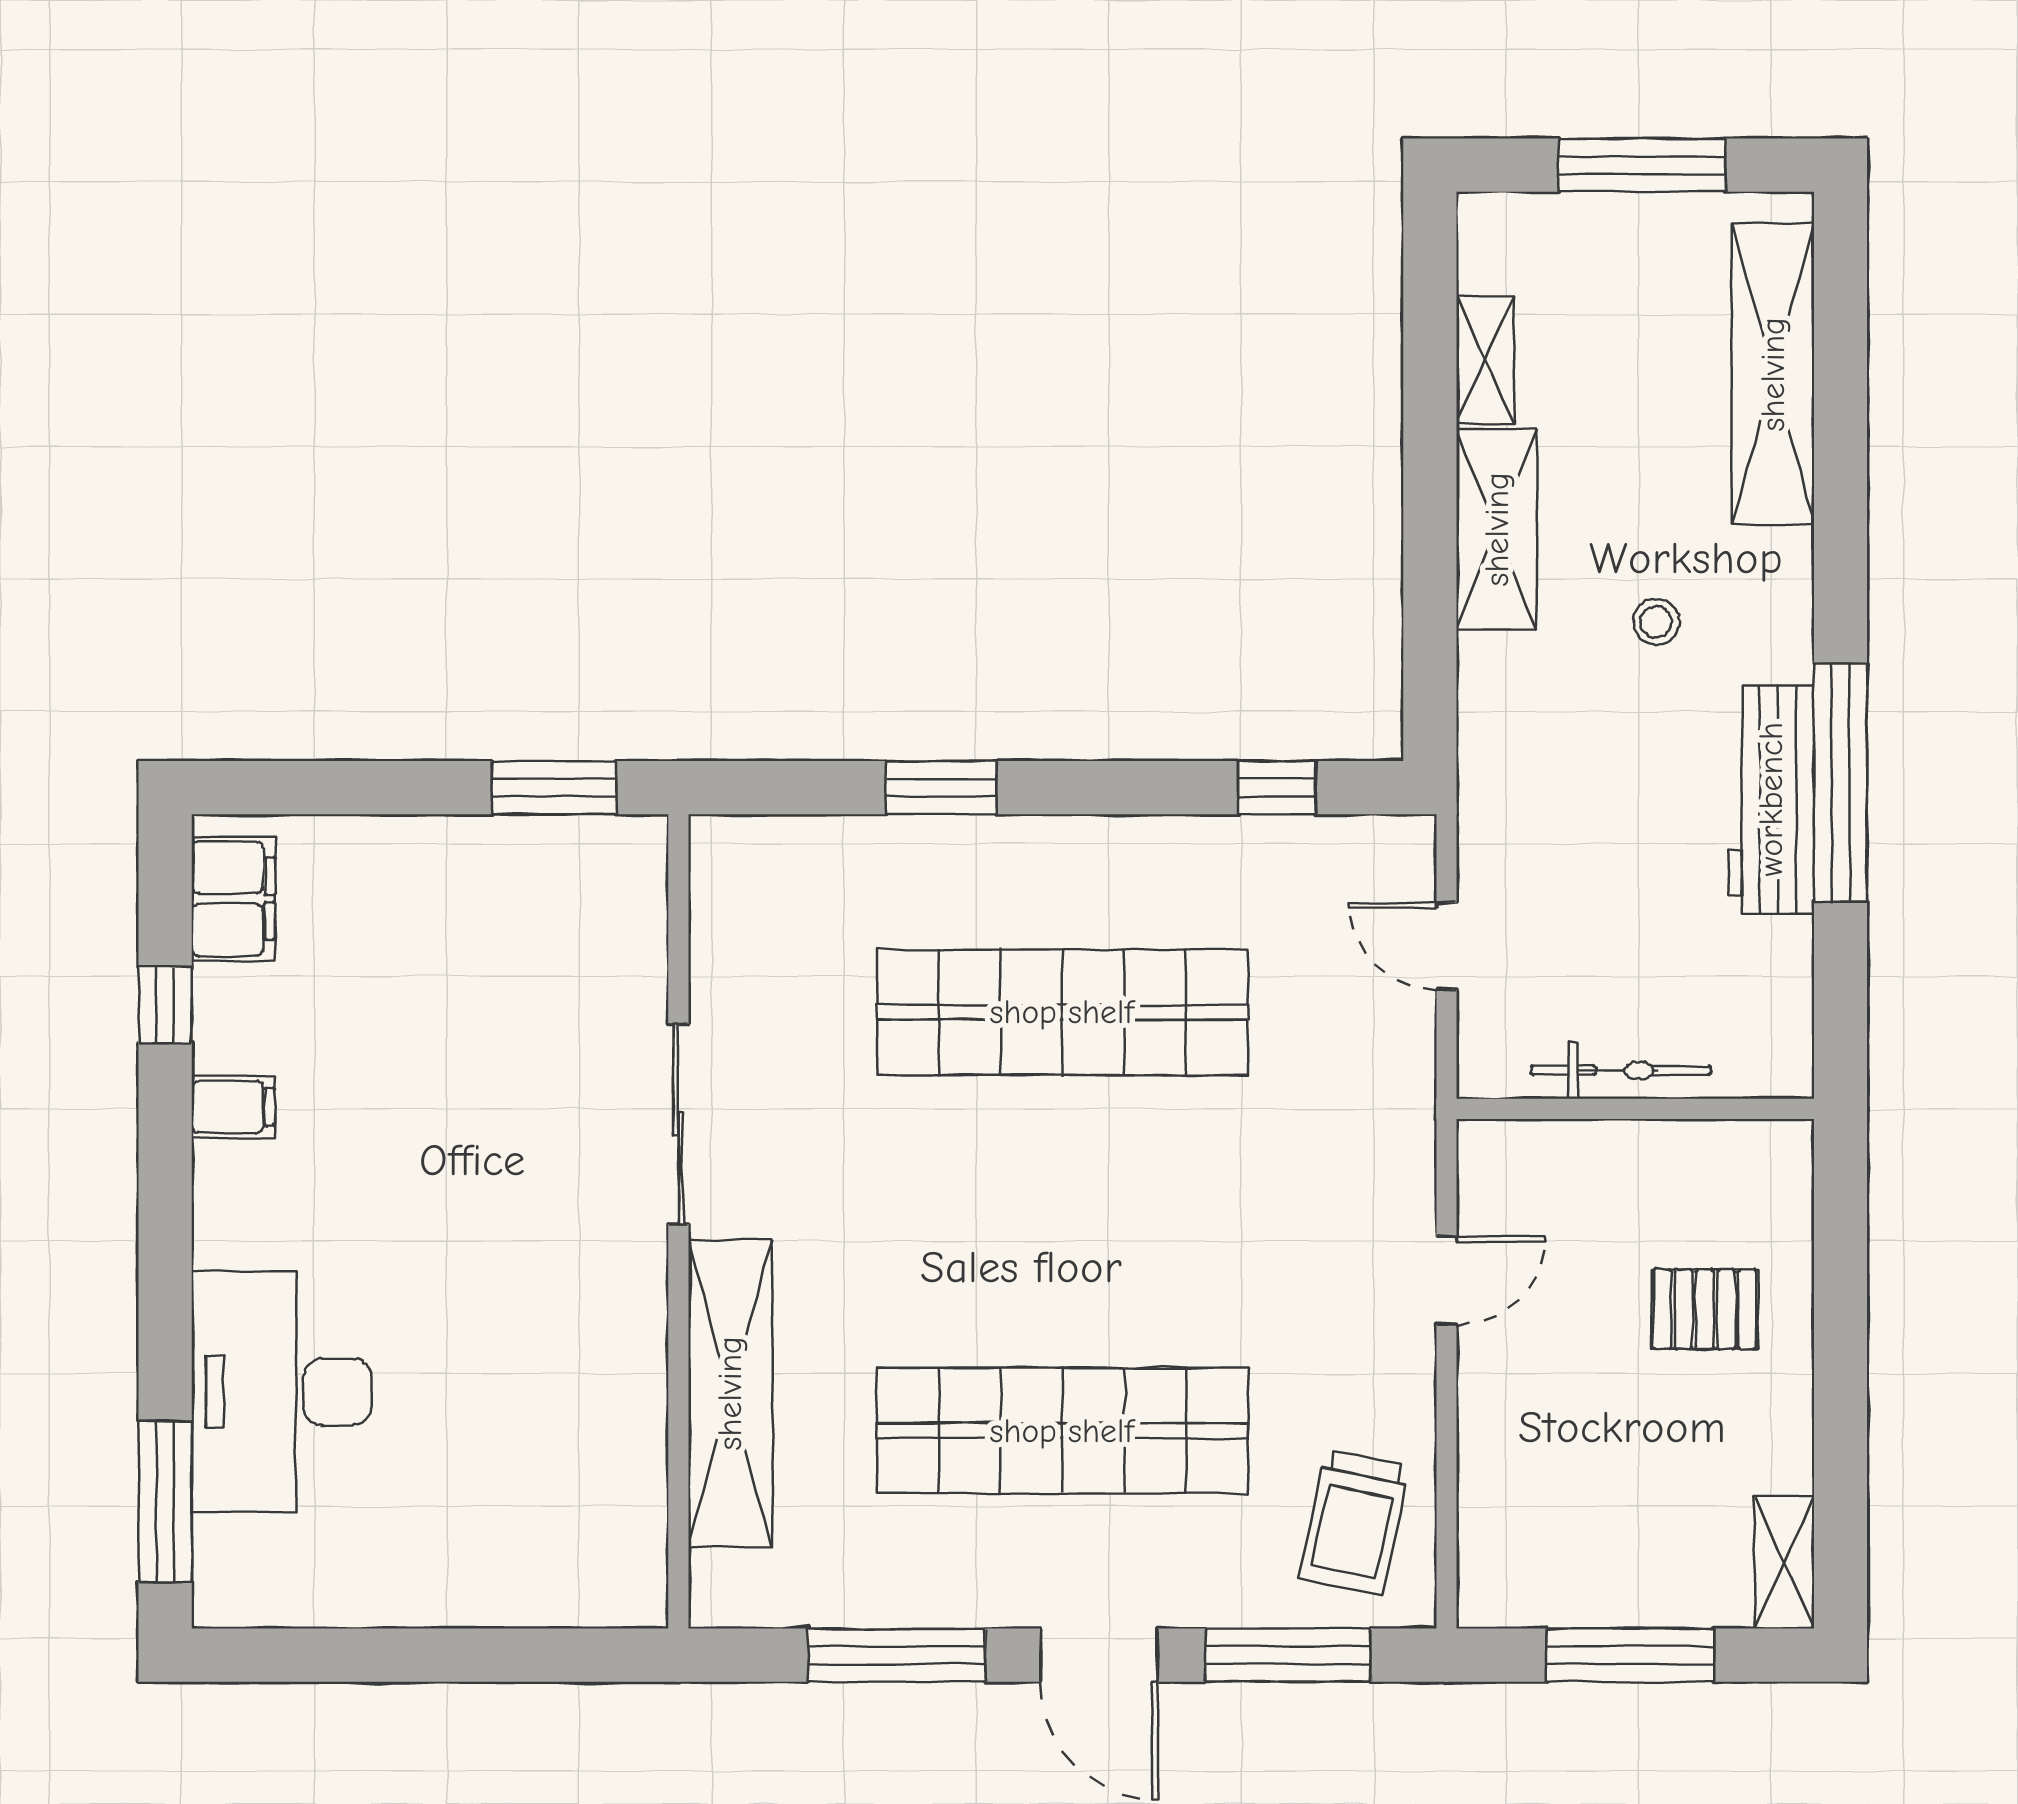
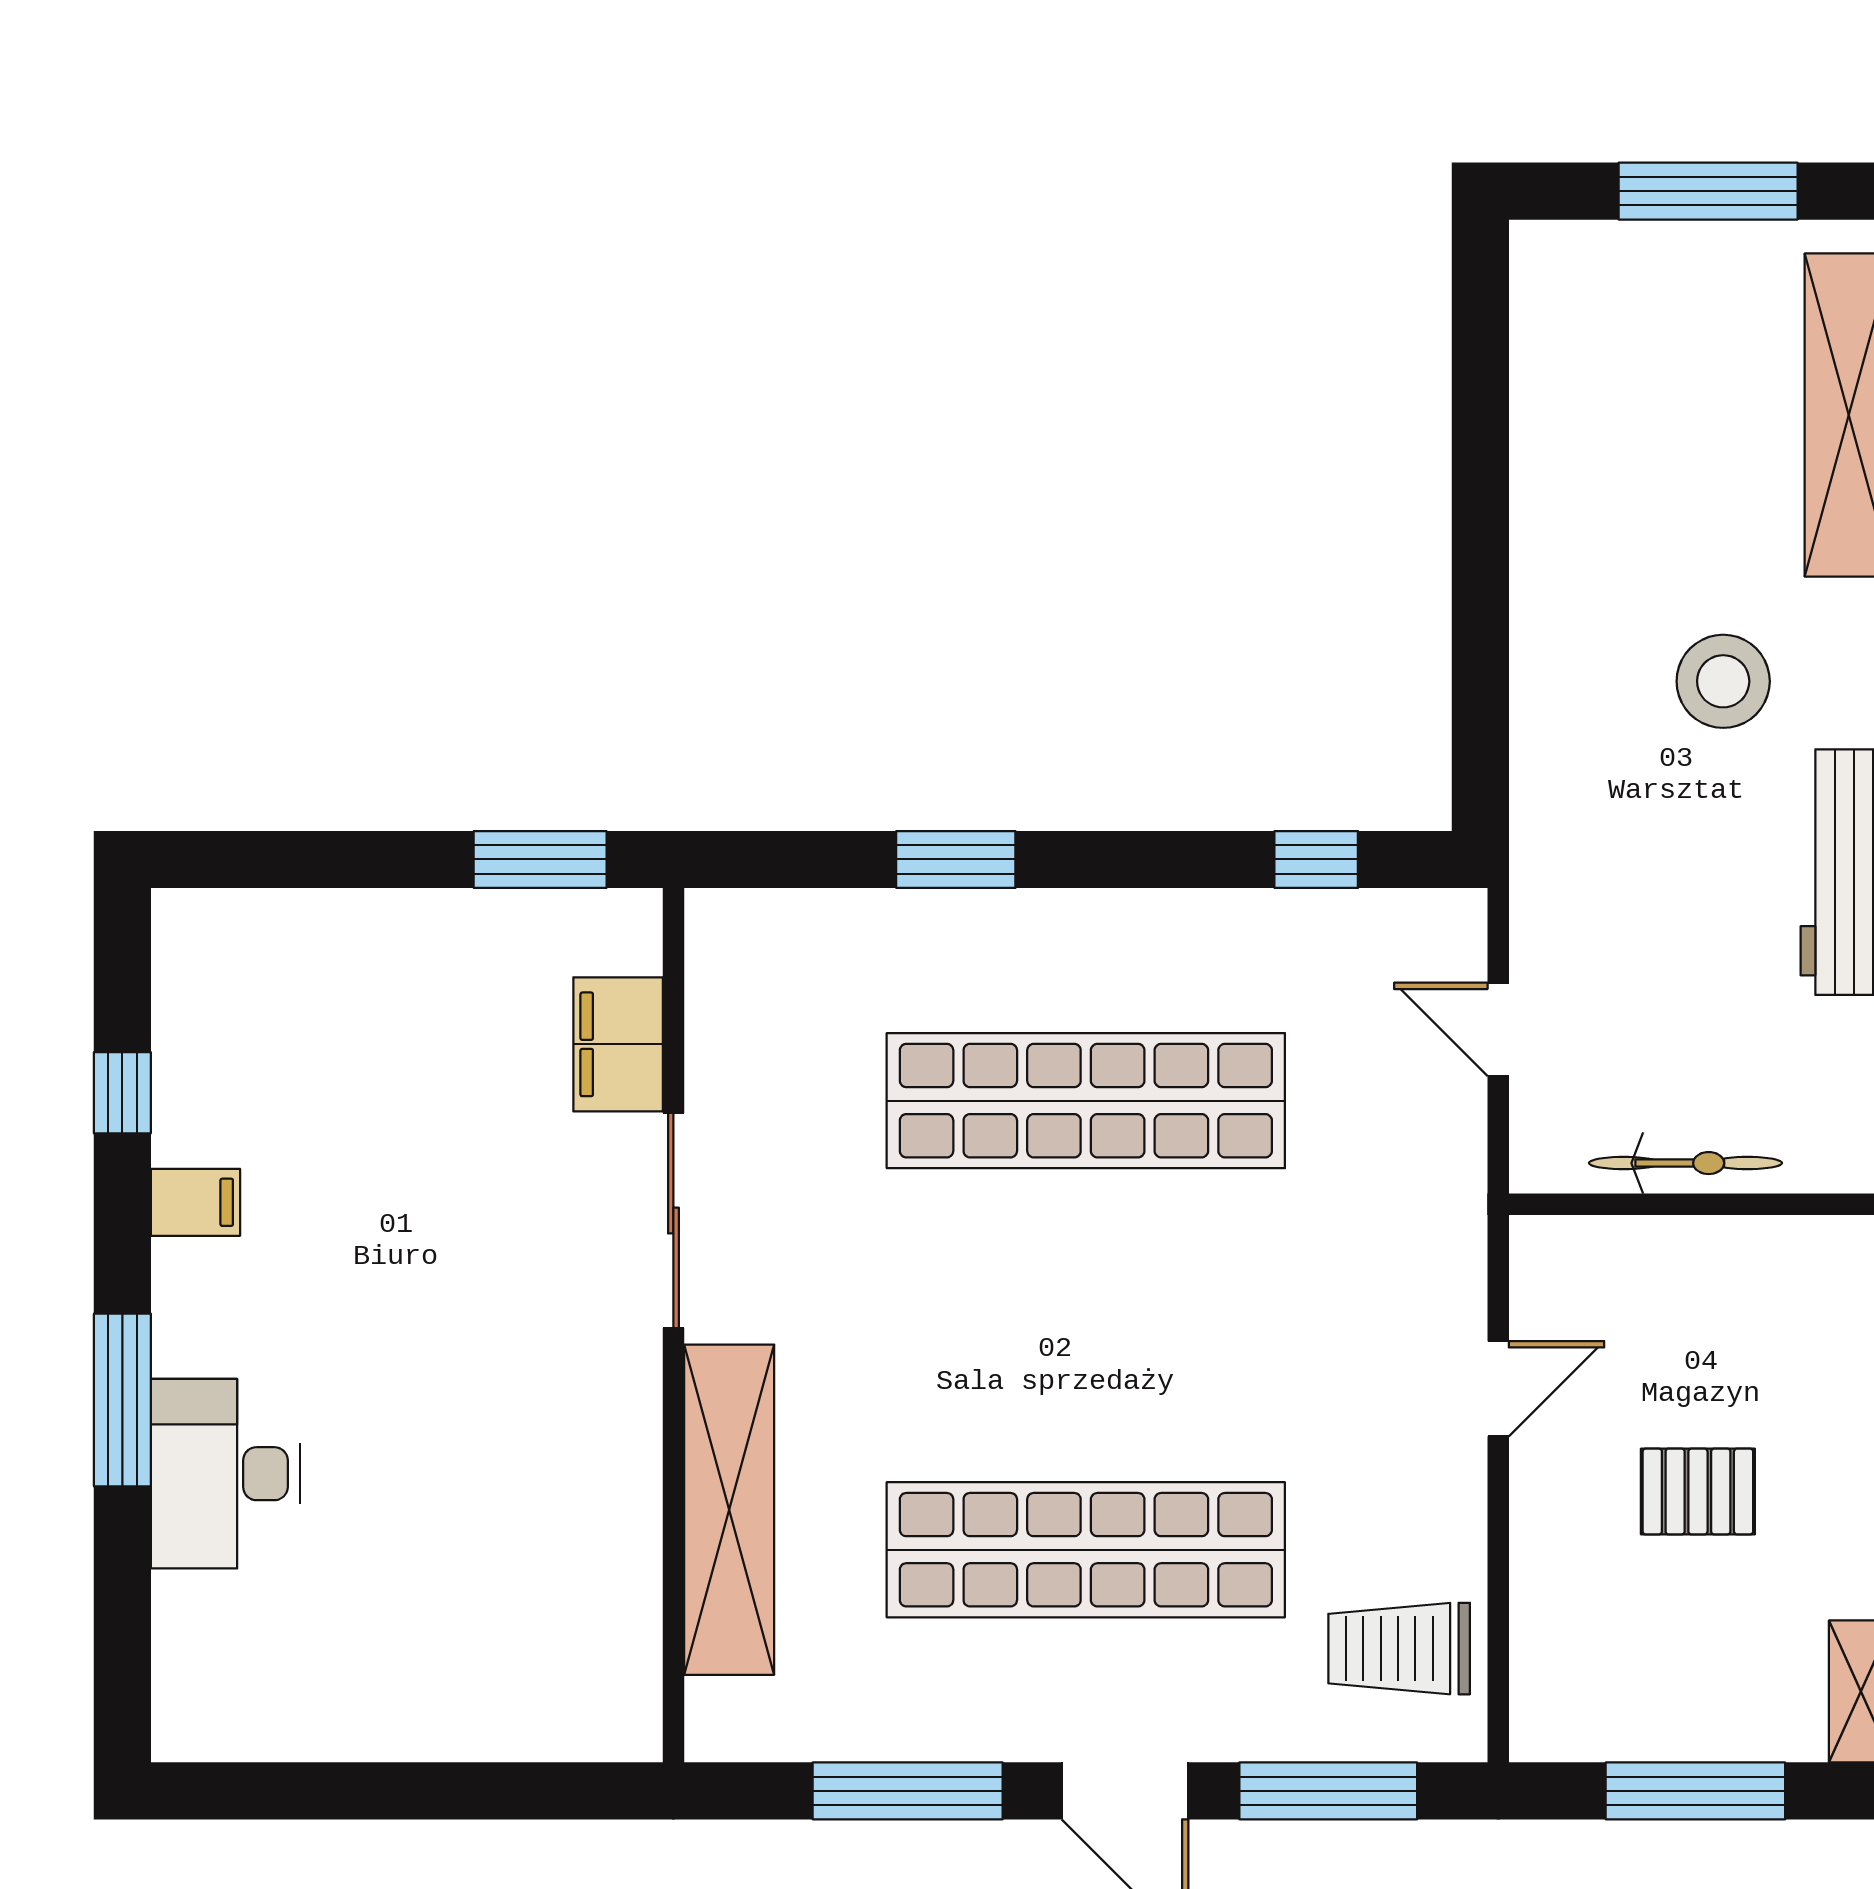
shelving: (1485, 360) -> (1540, 400), removed
shelving: (1497, 529) -> (1552, 582), removed
stool: (1656, 622) -> (1723, 681), width x1.89, depth x1.89
filing cabinet: (233, 899) -> (618, 1044), moved, turned 180
pallet: (1705, 1309) -> (1698, 1491), moved
desk: (282, 1392) -> (225, 1474), width x0.73, depth x0.77
window: (165, 1502) -> (122, 1400), moved
trolley: (1354, 1523) -> (1399, 1649), turned 78

